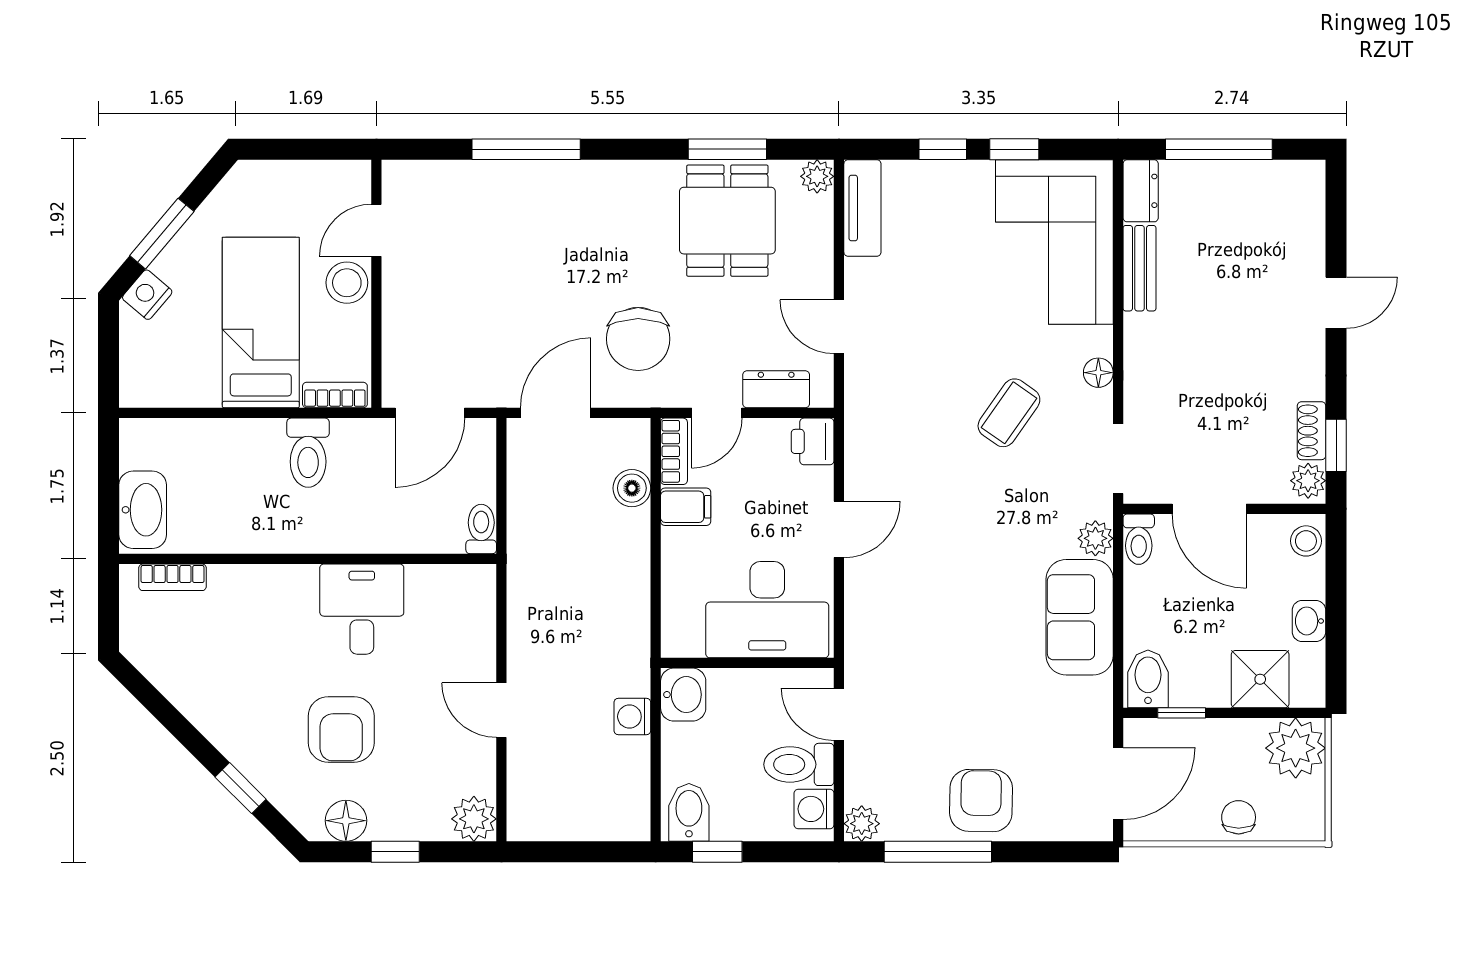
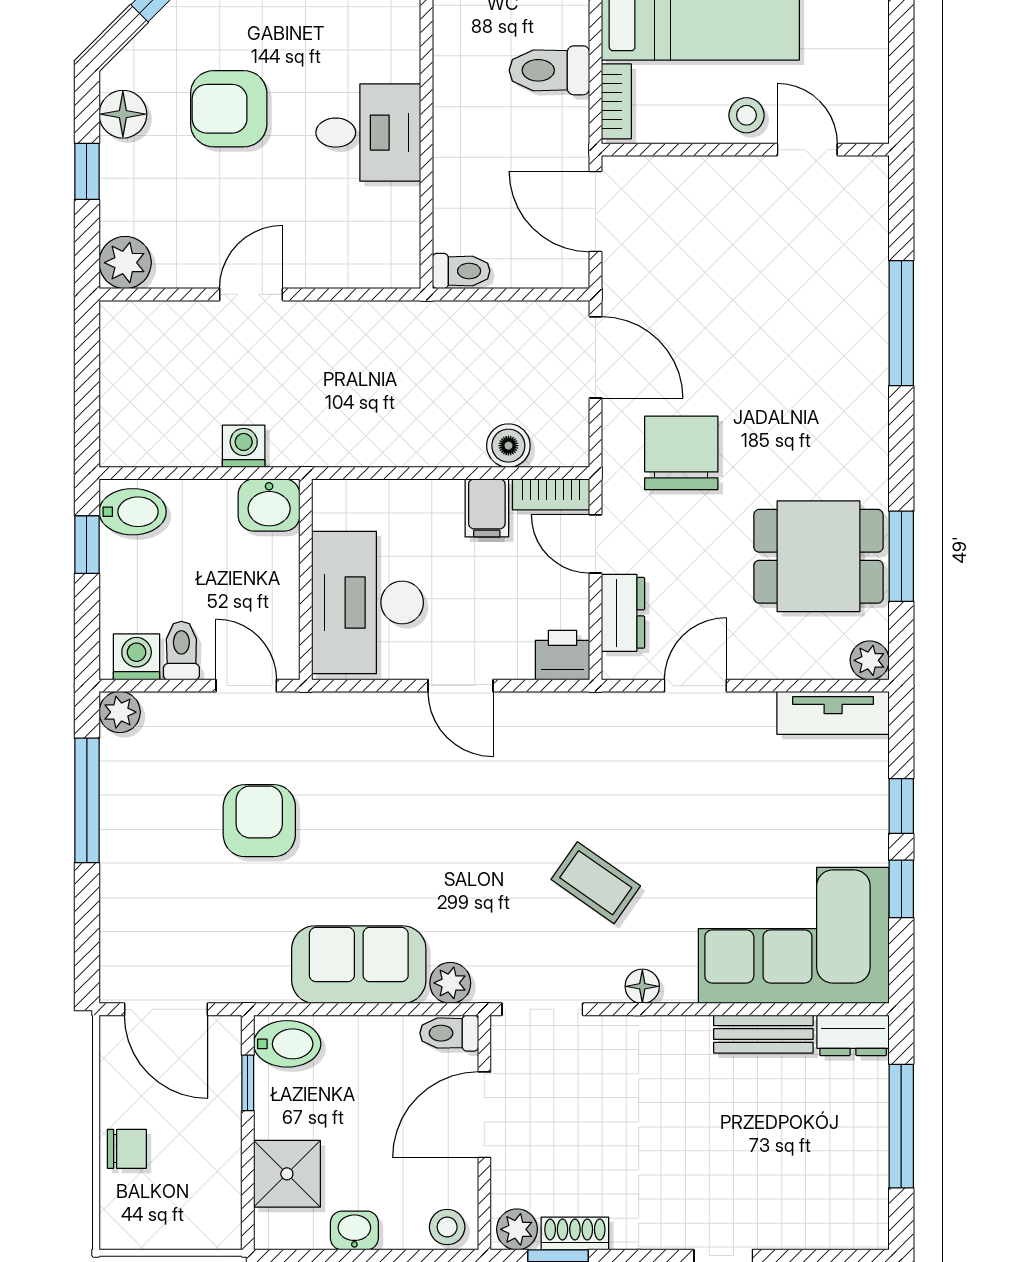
stool: (347, 283) -> (746, 115), width x0.73, depth x0.73
chair: (638, 339) -> (681, 453), turned 90
door: (839, 714) -> (246, 686), hinge flipped
plant: (1296, 748) -> (207, 1215), removed
toilet: (799, 764) -> (181, 651), width x0.73, depth x0.72
armchair: (981, 801) -> (259, 821), moved, turned -91

